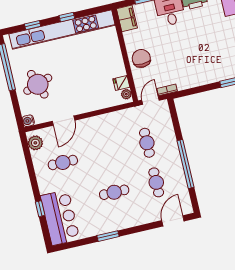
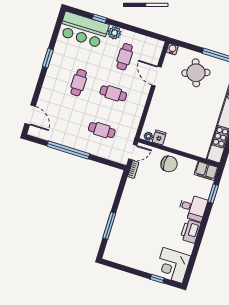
door: (151, 100) -> (133, 152), hinge flipped
plant: (35, 143) -> (115, 33), moved
cafe table: (156, 182) -> (113, 93), moved

